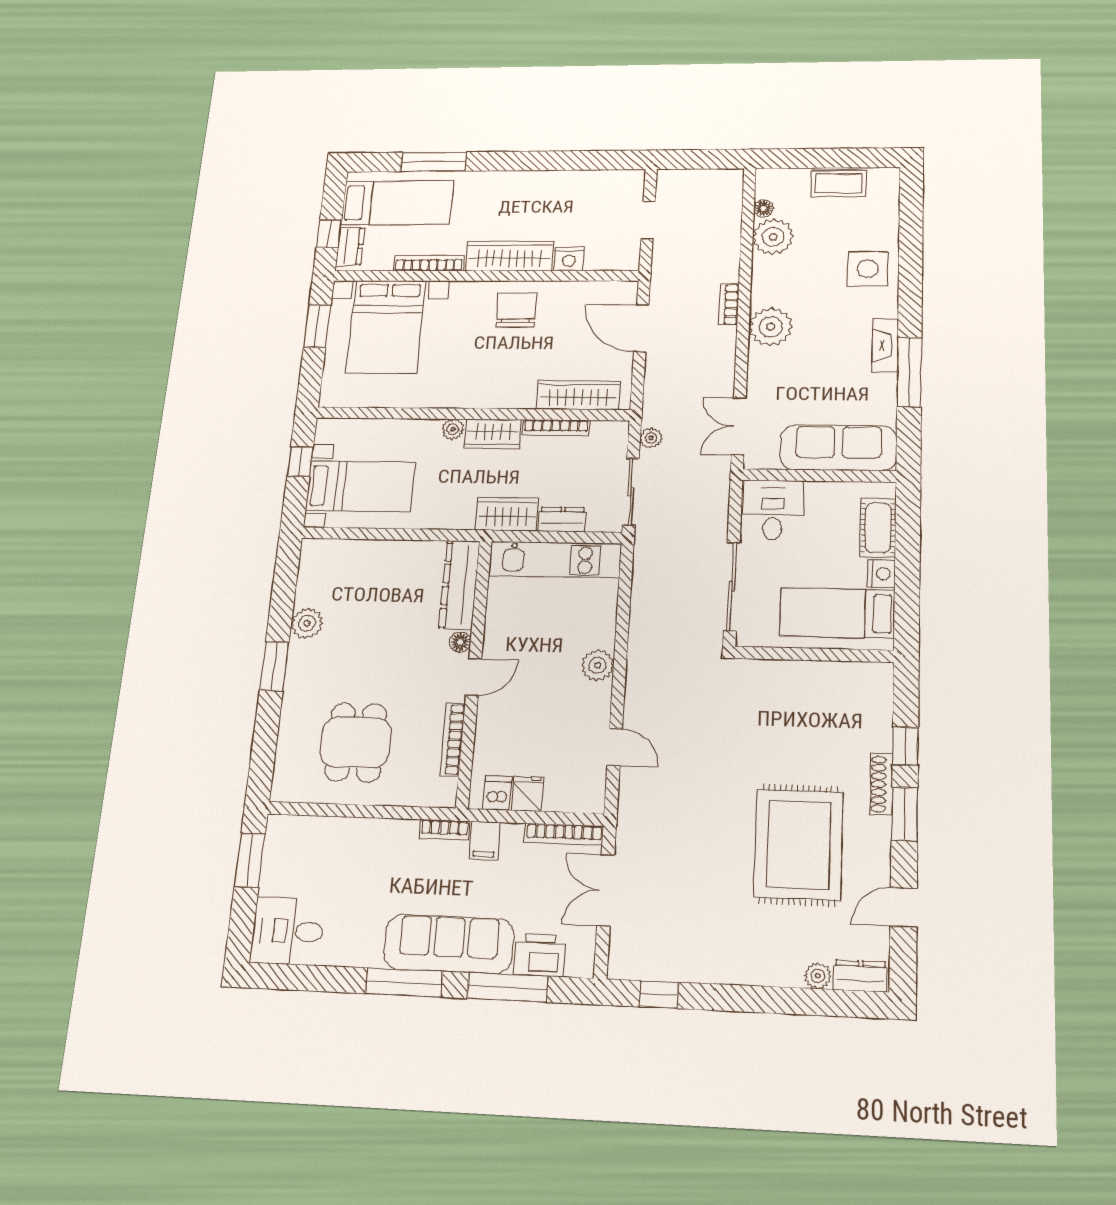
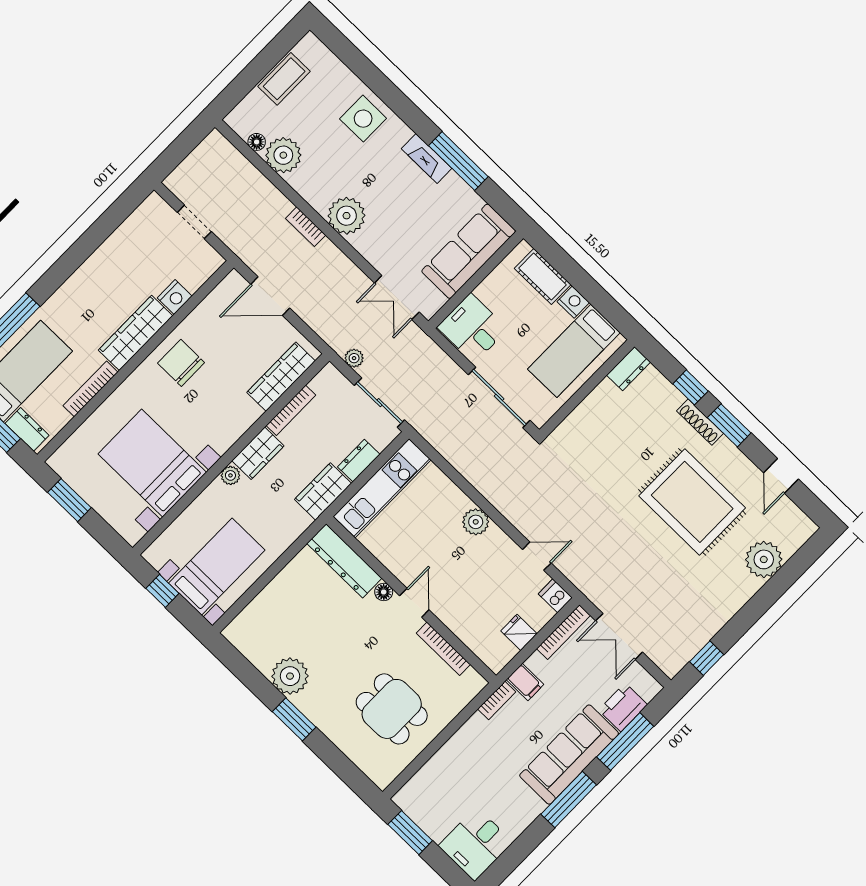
bed with nightstands: (386, 327) -> (152, 463), moved, turned 180
plant: (307, 623) -> (290, 676), width x1.36, depth x1.36
dishwasher: (497, 793) -> (555, 596), moved
plant: (818, 976) -> (764, 559), width x1.87, depth x1.87
dresser: (860, 976) -> (629, 369), moved, turned 180

